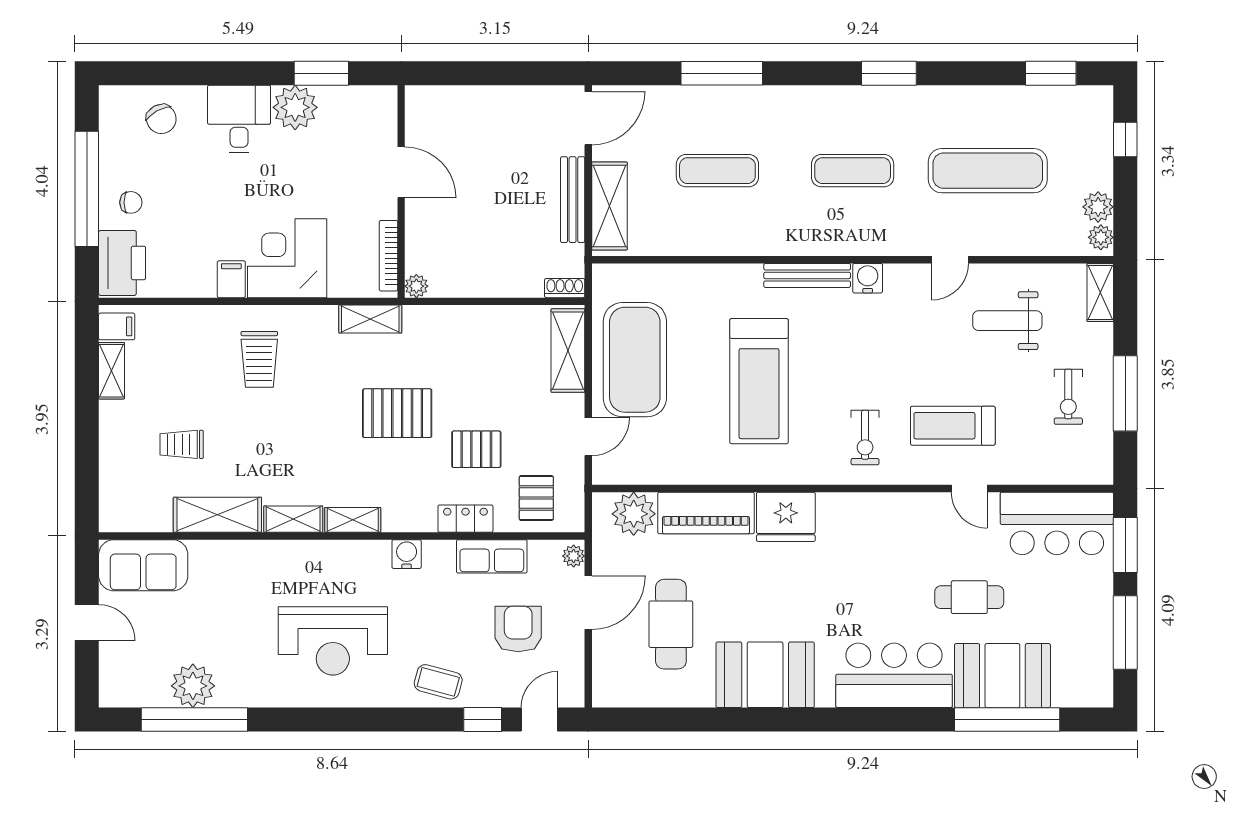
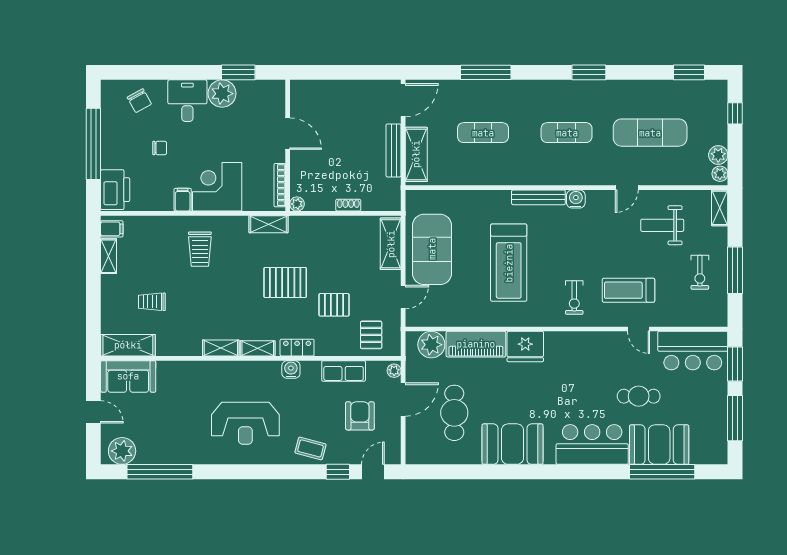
chair: (131, 202) -> (160, 148), moved
shoe rack: (565, 288) -> (348, 205), moved
shelving: (217, 515) -> (128, 345), moved
locker: (465, 519) -> (297, 348), moved
plant: (193, 686) -> (122, 451), moved

